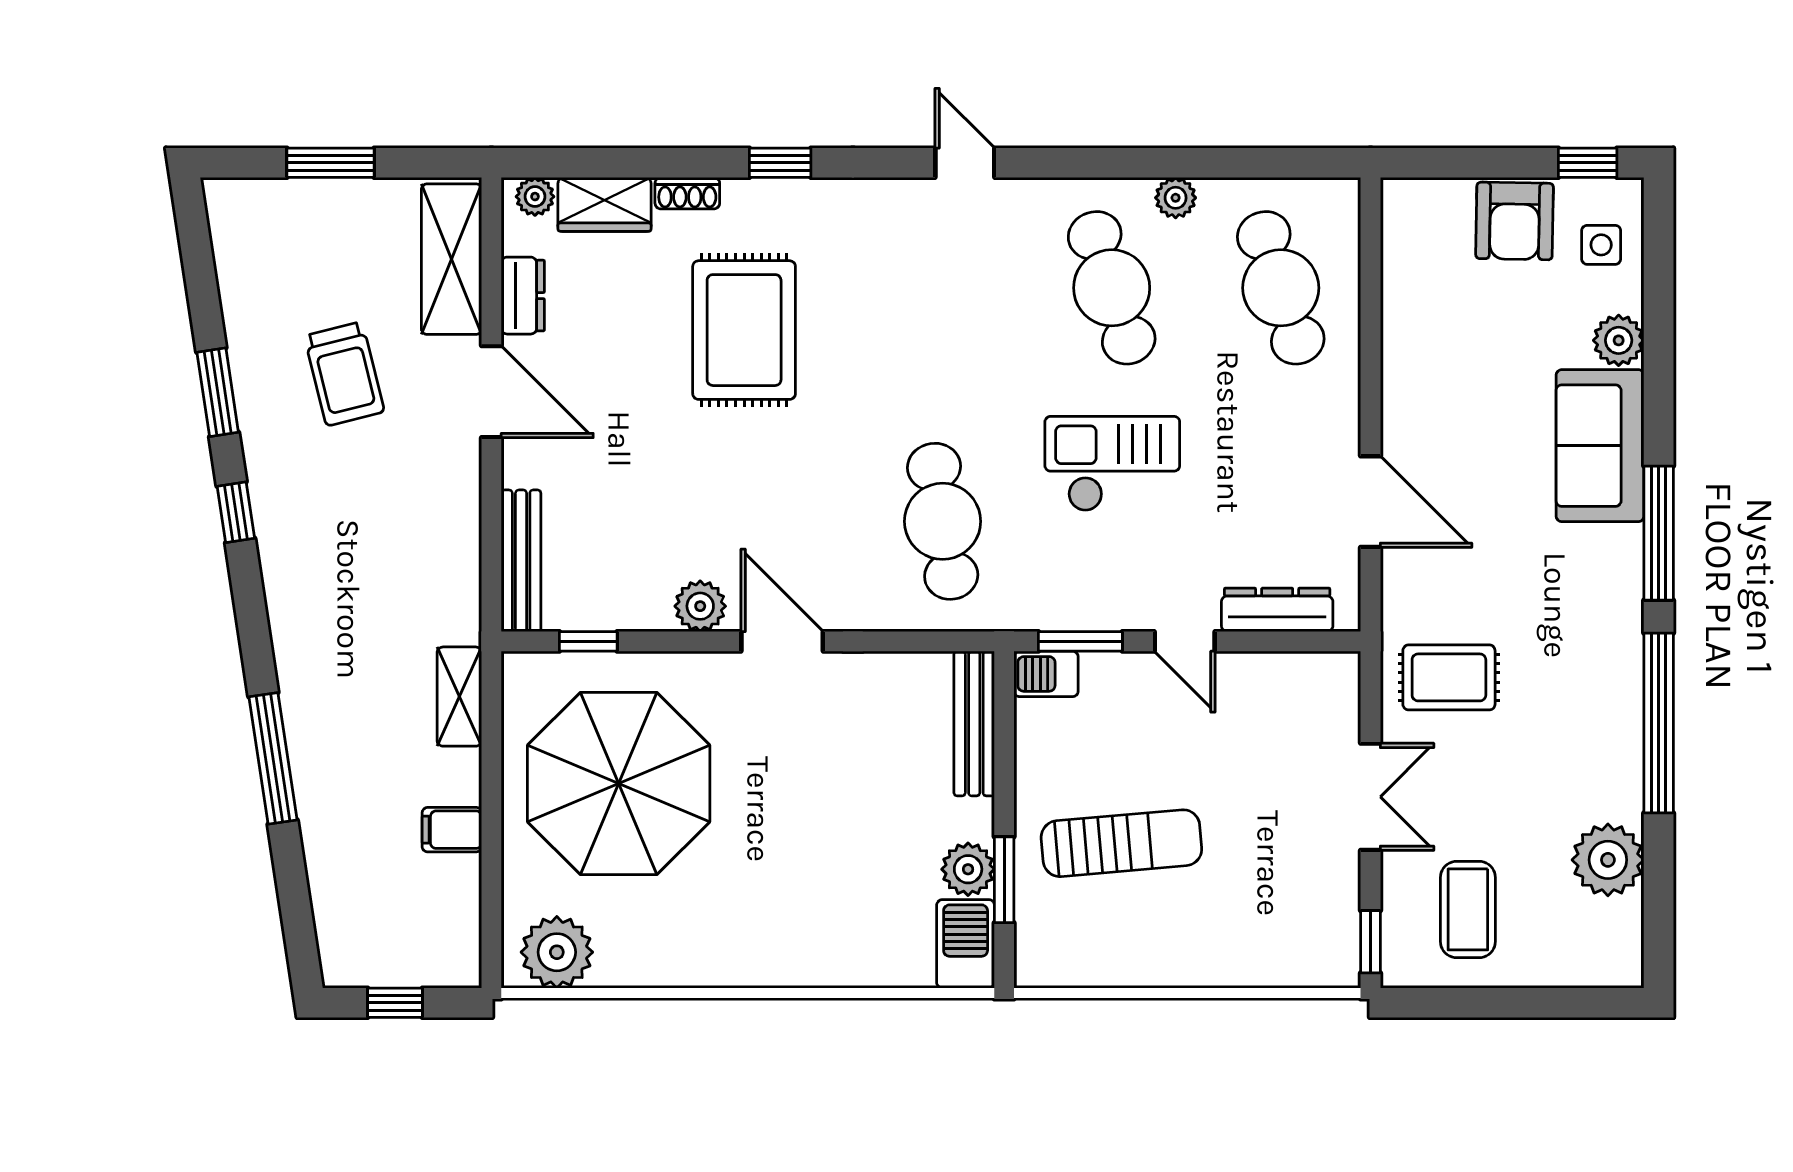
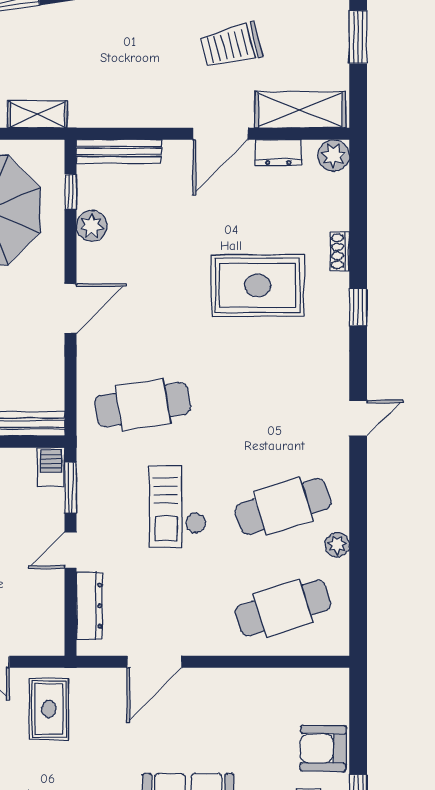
plant: (535, 197) -> (334, 156), width x1.38, depth x1.38
wardrobe: (605, 204) -> (333, 202), removed
checkout: (1112, 464) -> (177, 507), turned 180
plant: (700, 606) -> (92, 226), moved

